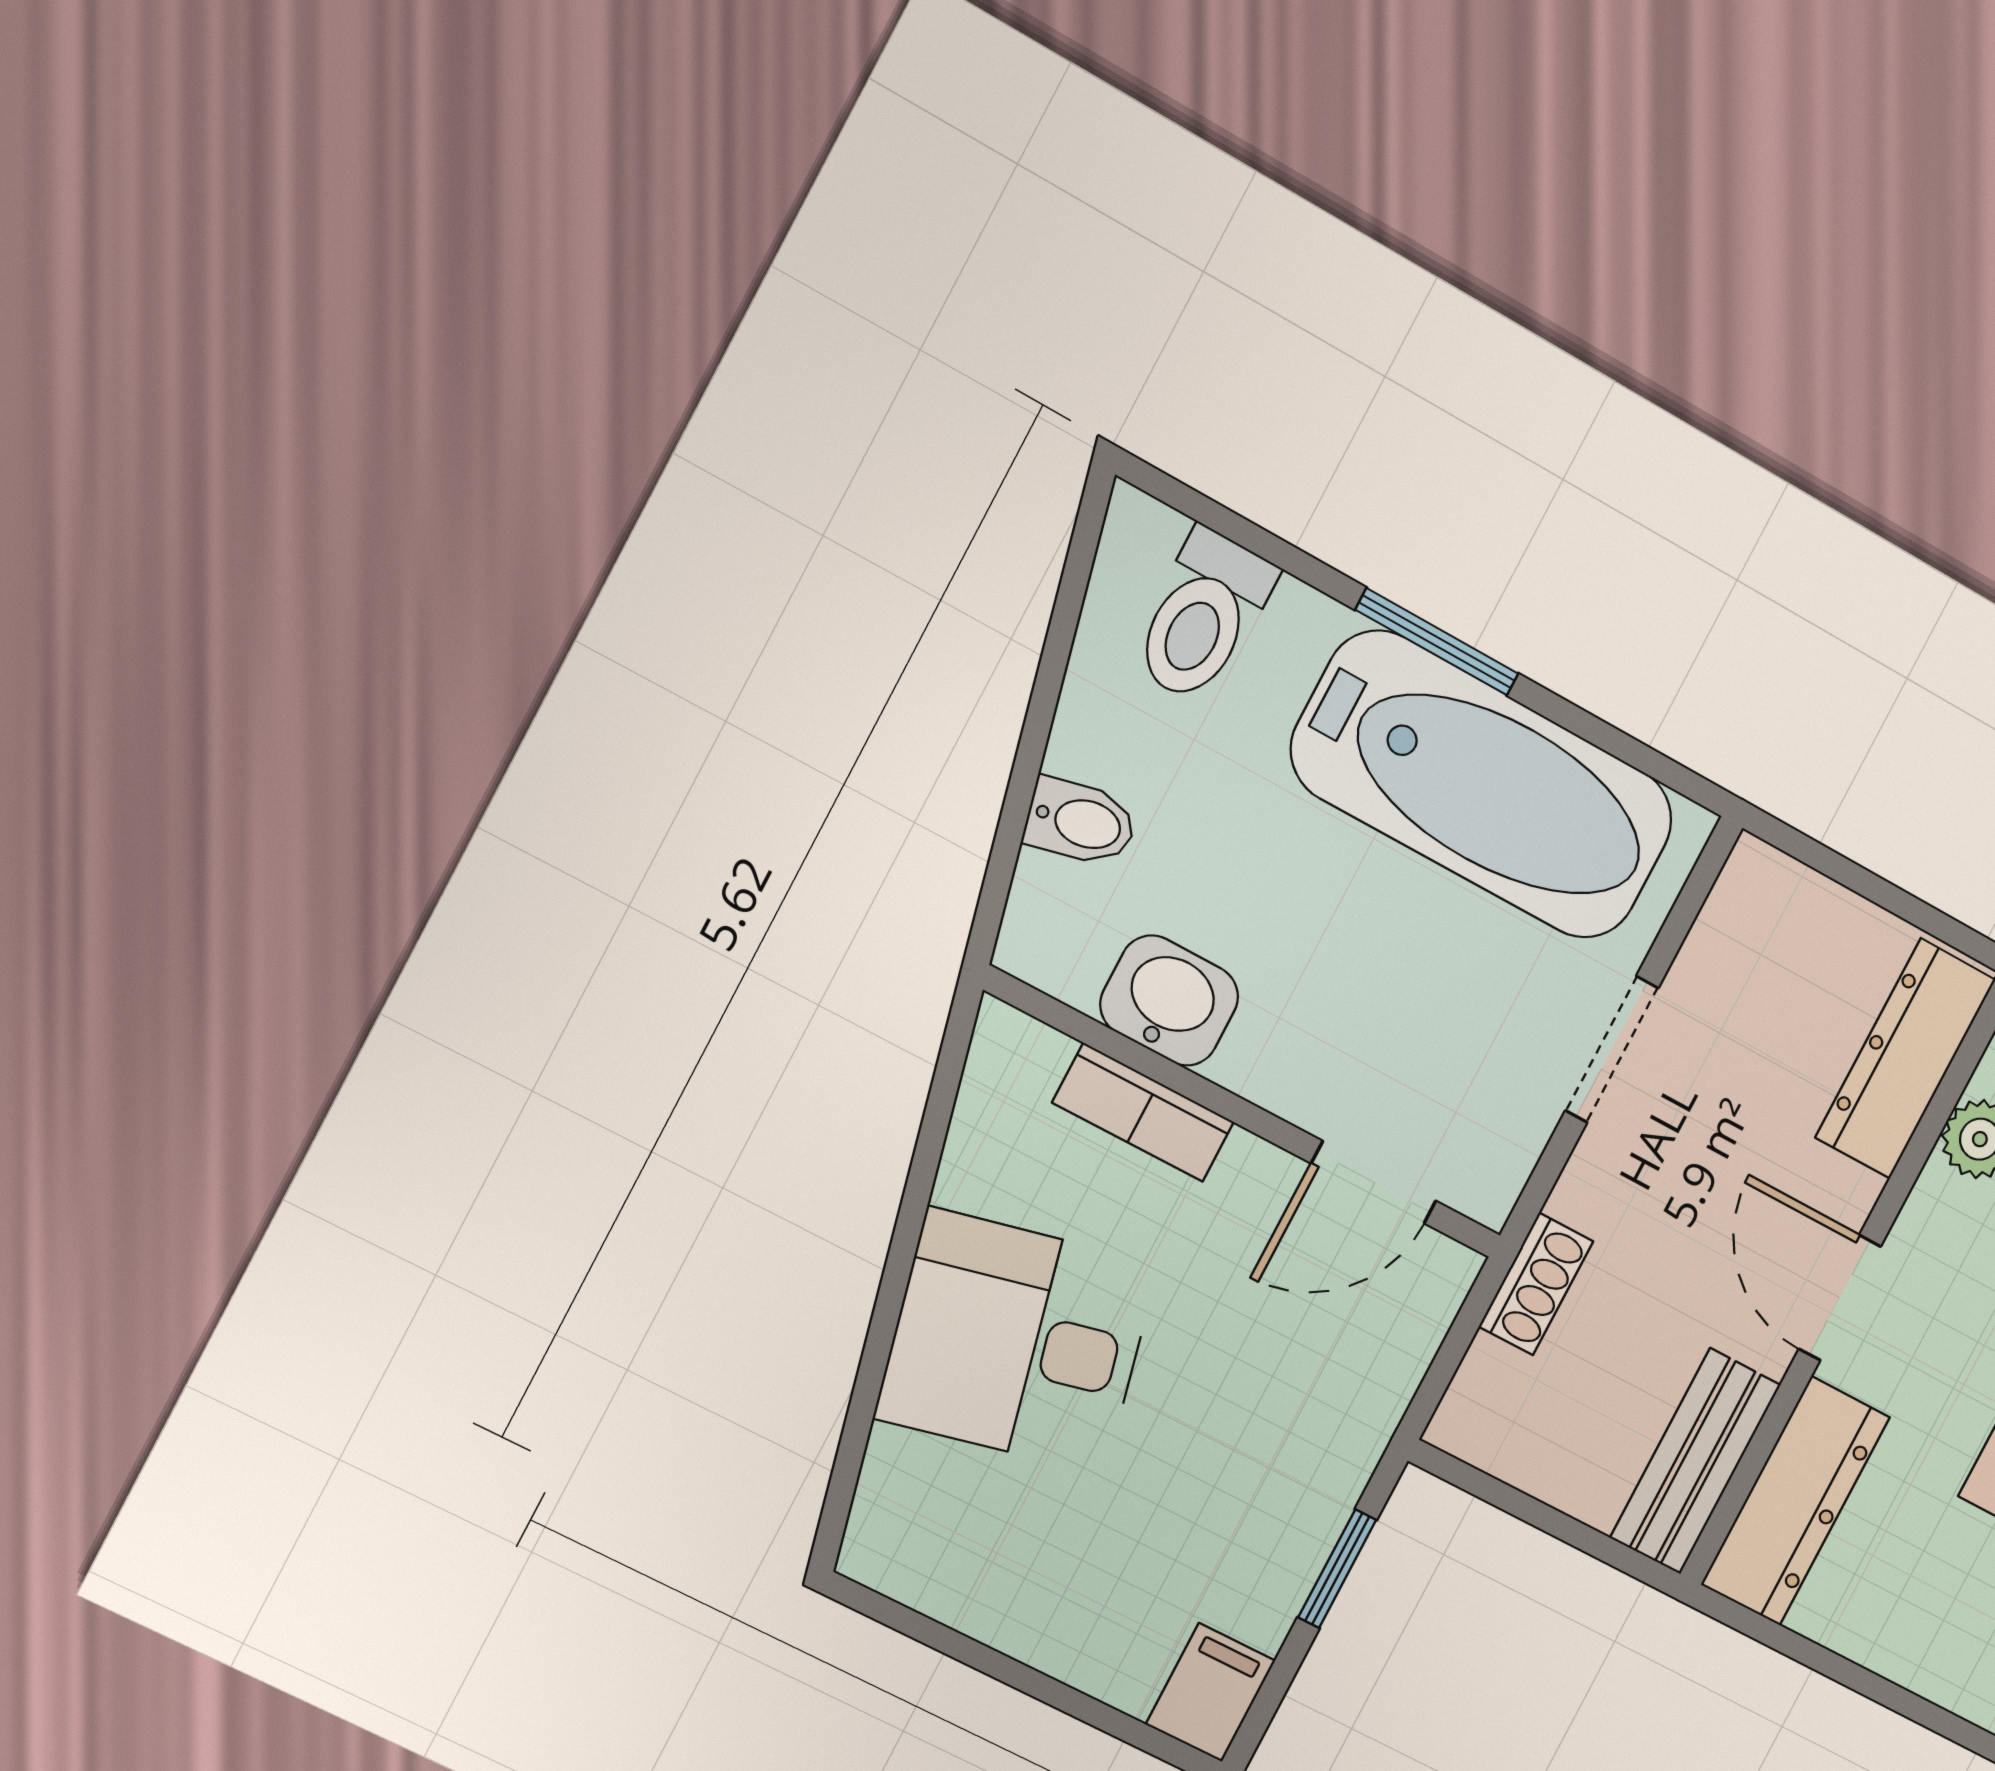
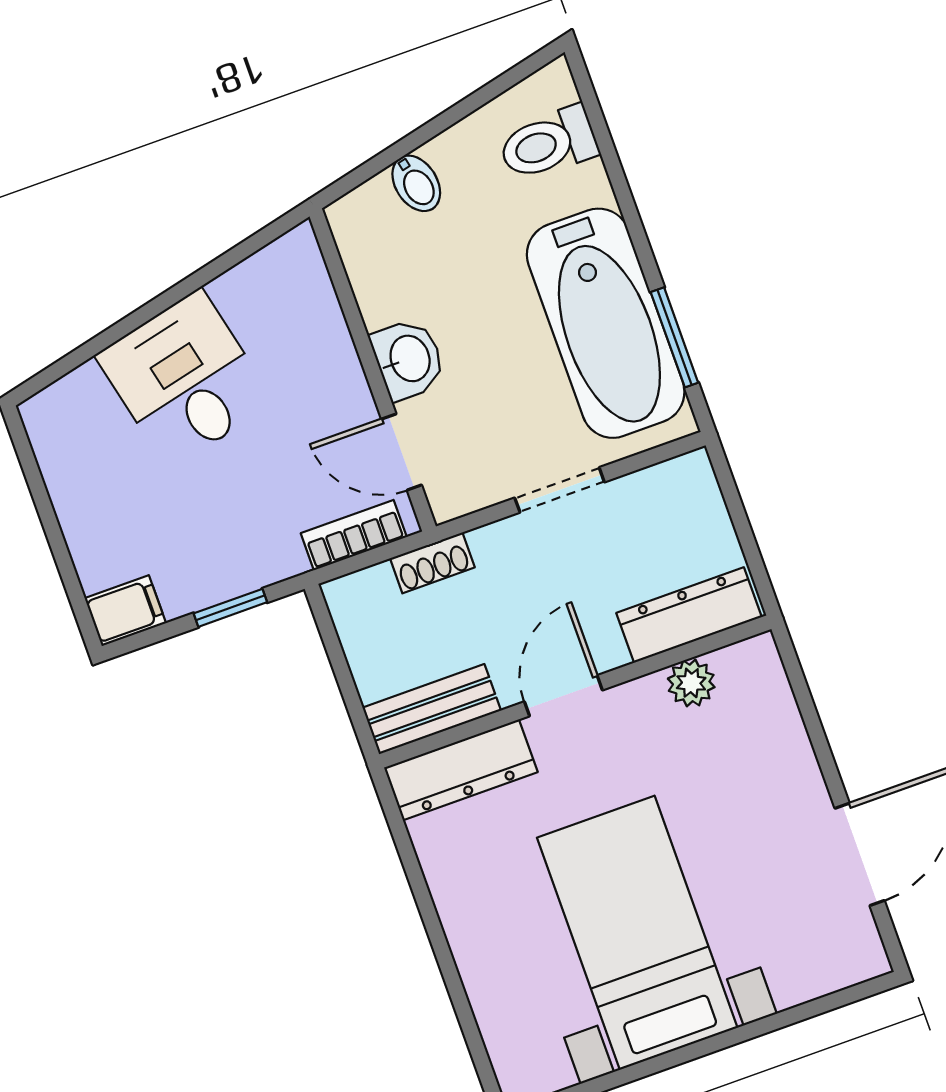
window: (1437, 642) -> (674, 337), moved
washbasin: (1169, 1001) -> (408, 359), moved
bookcase: (1143, 1112) -> (354, 535), moved, turned 90

